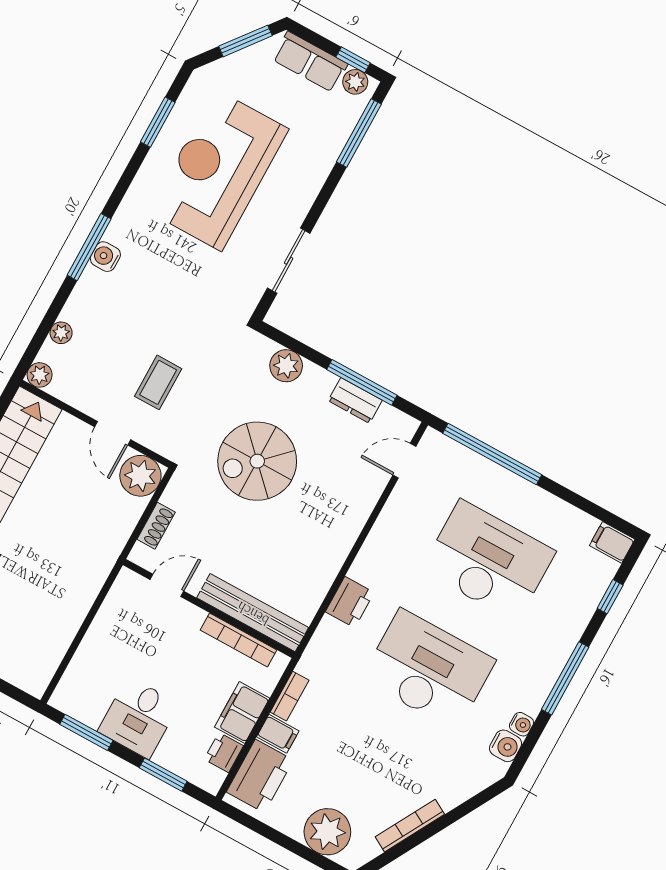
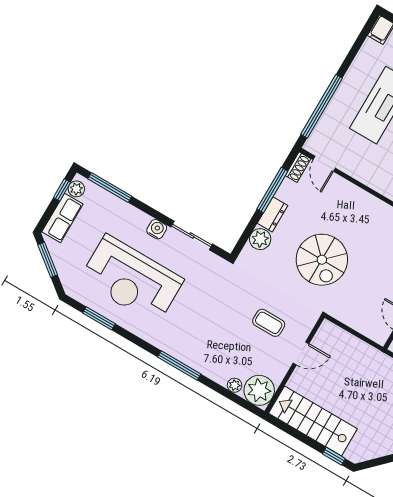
water cooler: (105, 257) -> (157, 229), moved, turned 180
plant: (40, 375) -> (259, 390), width x1.88, depth x1.88
dresser: (355, 400) -> (272, 214), moved
plant: (140, 476) -> (329, 336), removed
shoe rack: (156, 526) -> (298, 167), moved, turned 90

